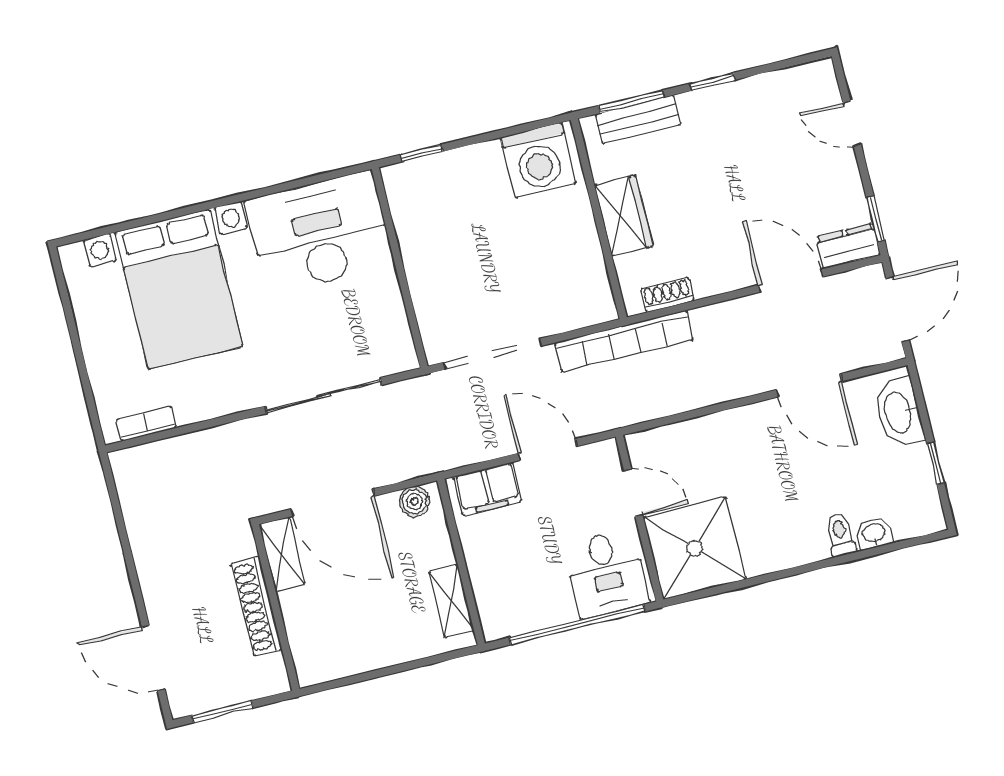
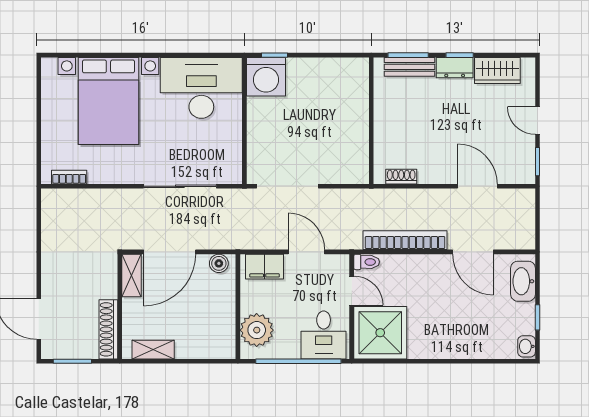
door: (852, 123) -> (537, 121), moved
washing machine: (538, 160) -> (266, 77), moved
wardrobe: (624, 216) -> (497, 70), moved, turned 90
dresser: (848, 246) -> (455, 68), moved, turned 180
door: (898, 309) -> (537, 219), removed
bookcase: (624, 341) -> (405, 240), moved, turned 180
door: (333, 502) -> (170, 252), hinge flipped
washbasin: (874, 533) -> (527, 346), moved, turned -90
toilet: (840, 535) -> (367, 262), moved, turned 90
plant: (500, 591) -> (257, 330), added
shelving: (451, 601) -> (153, 350), moved, turned 90
shoe rack: (256, 606) -> (108, 329), moved

